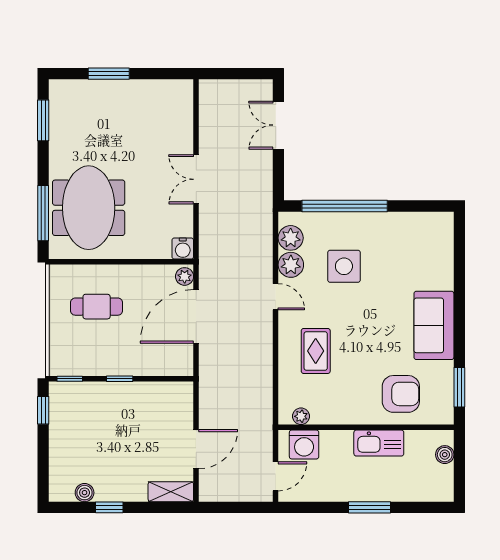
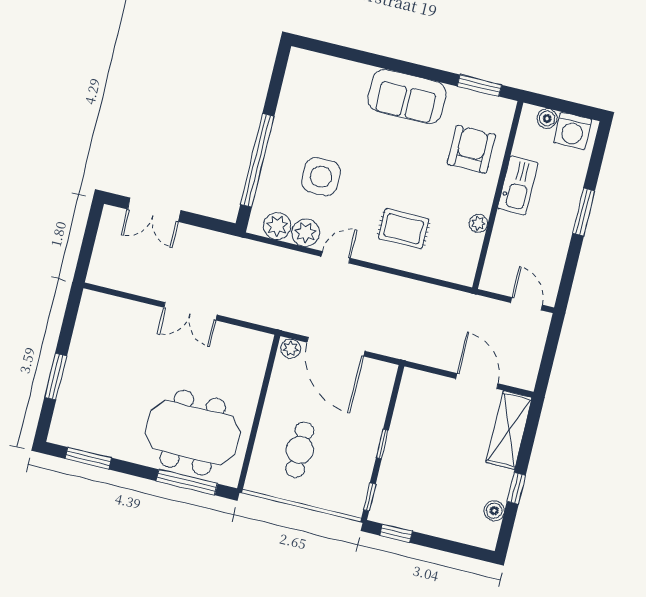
water cooler: (183, 248) -> (260, 343), removed
plant: (301, 416) -> (478, 223), moved
washing machine: (304, 445) -> (573, 131), moved, turned 90
shelving: (171, 492) -> (509, 430), width x1.50, depth x1.33

